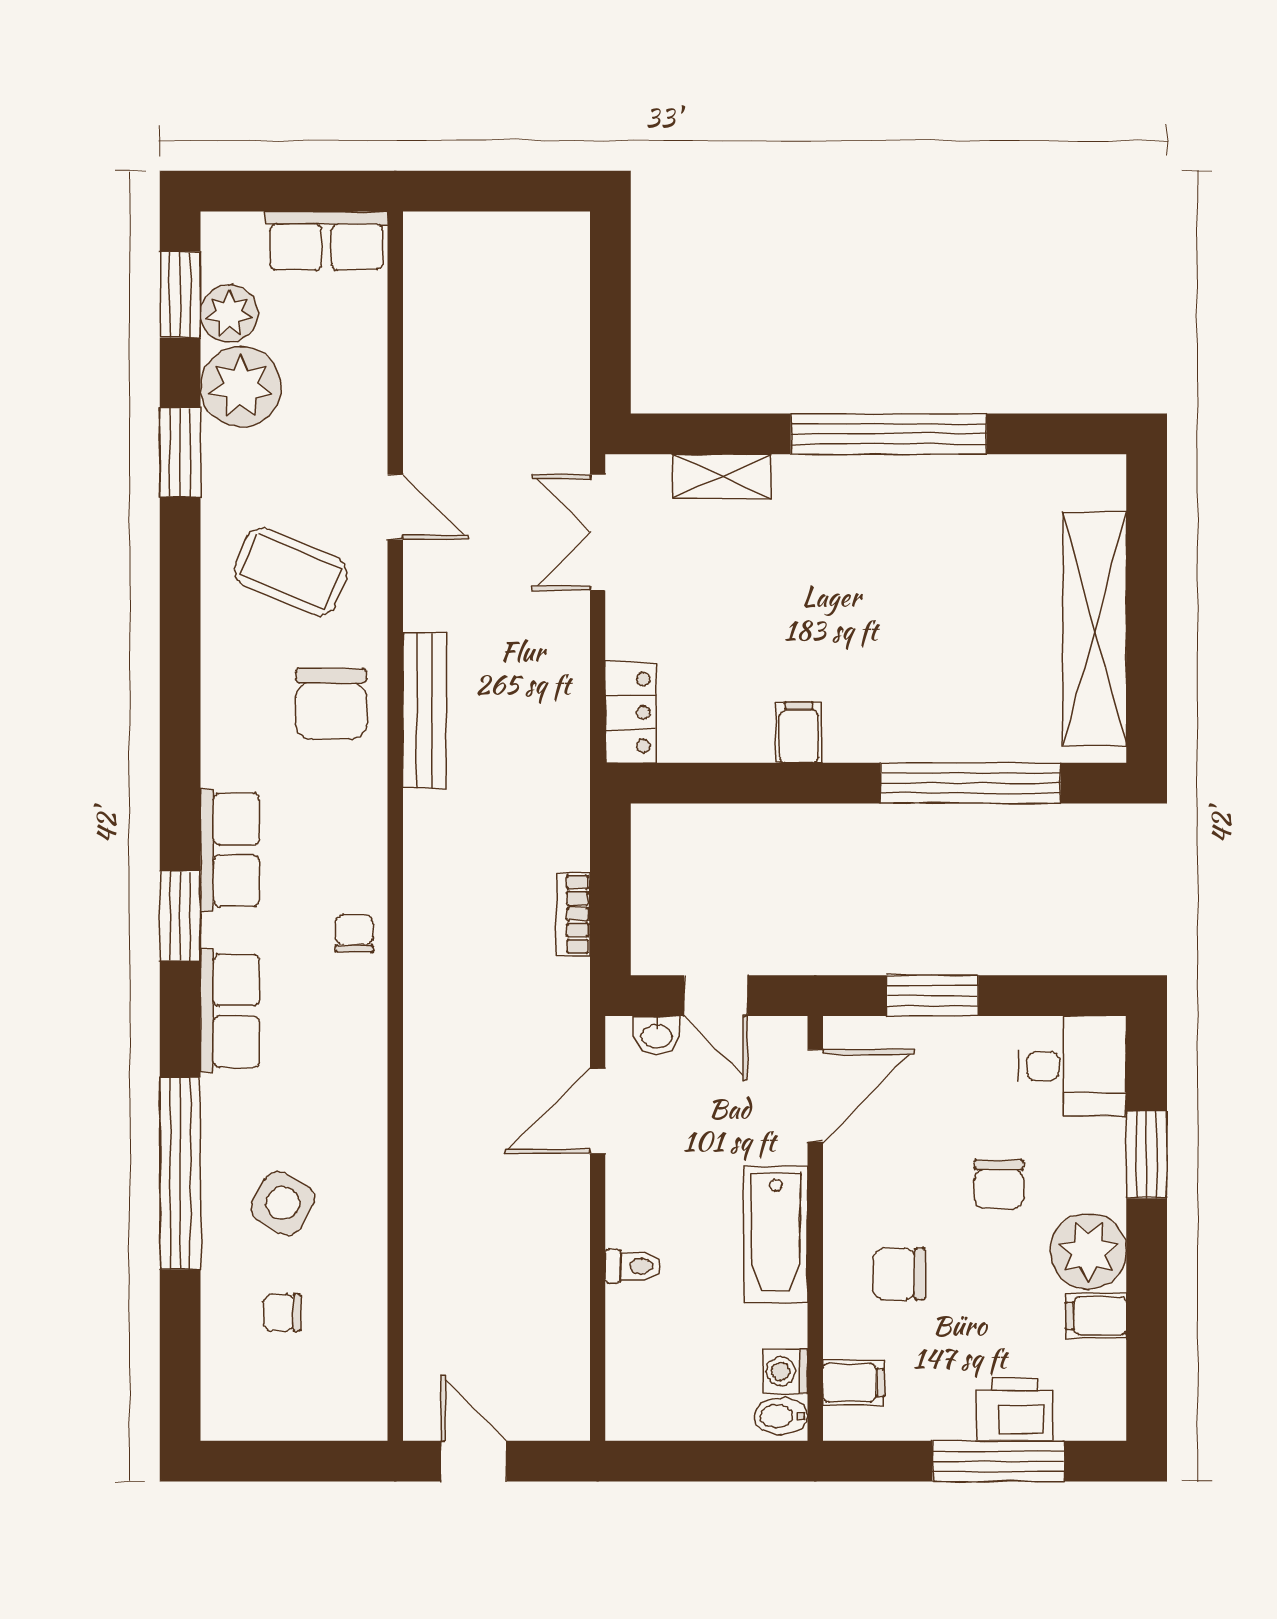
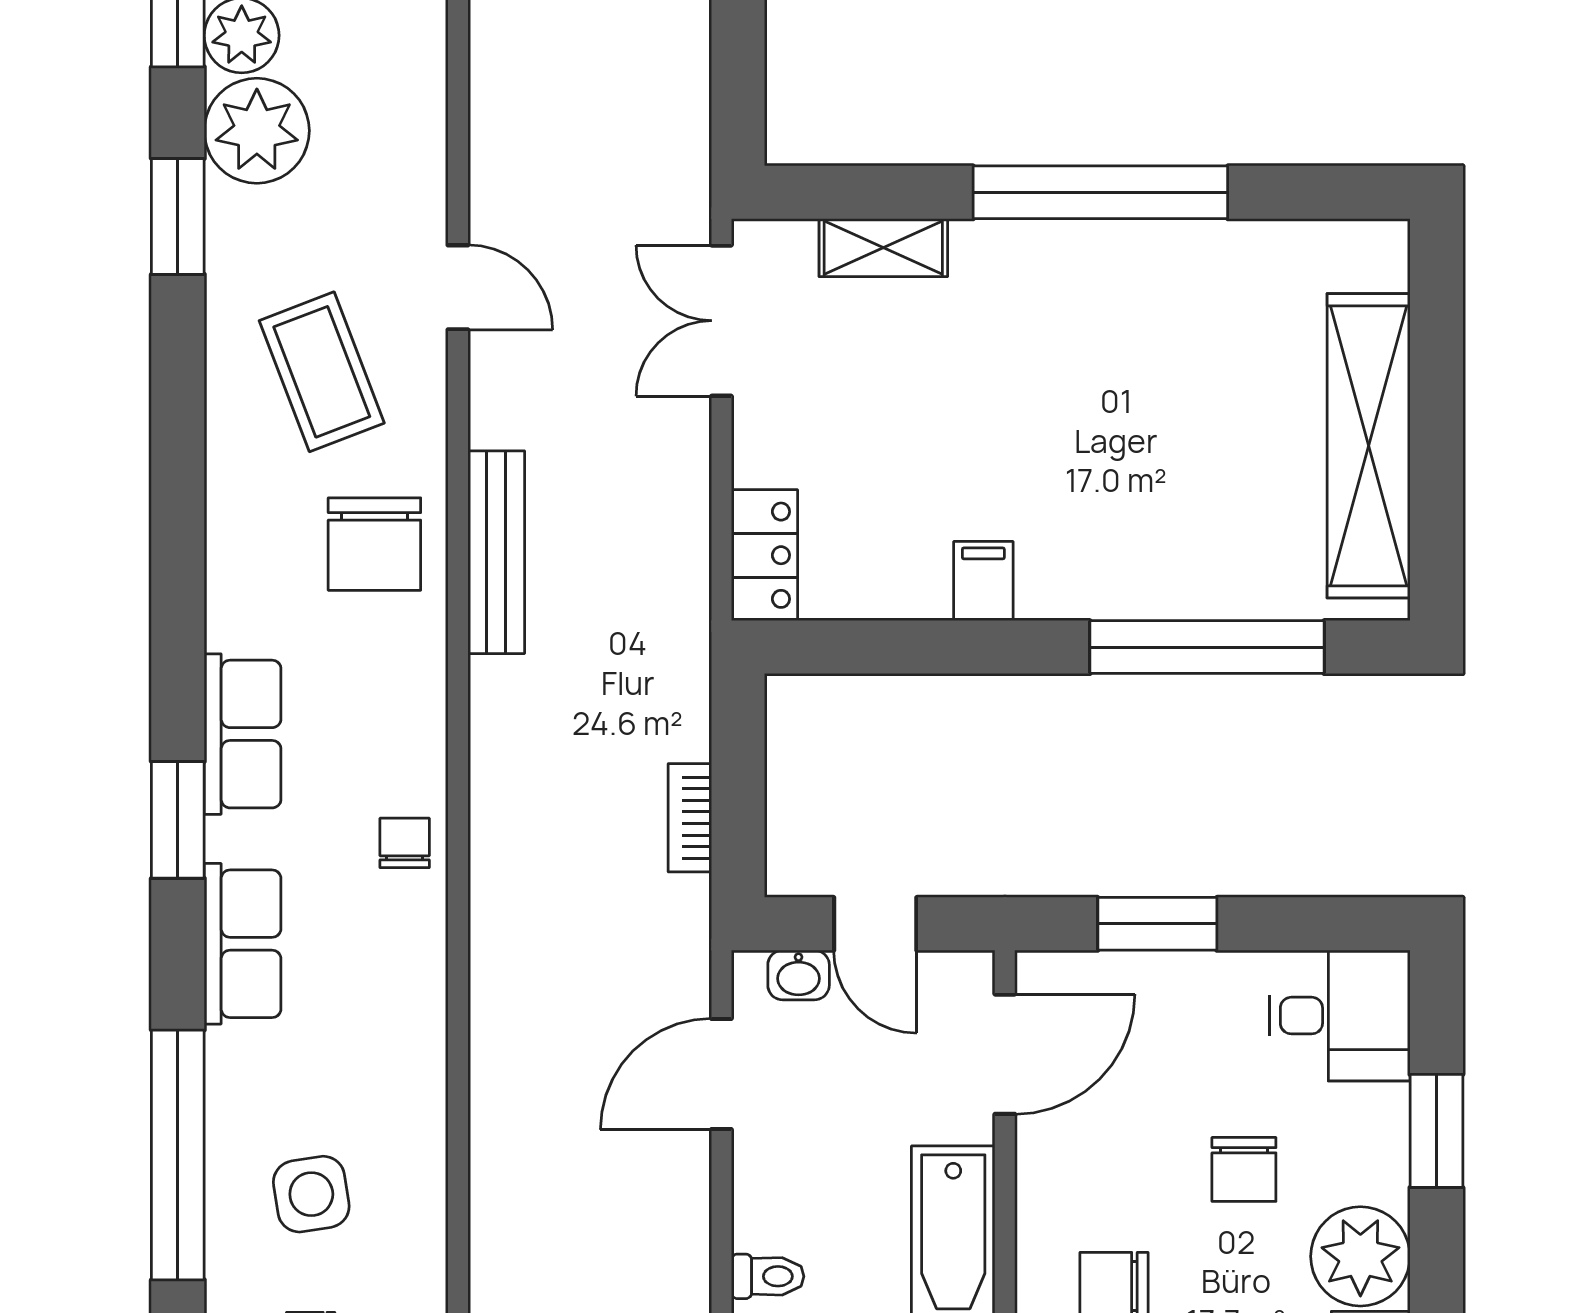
coffee table: (291, 572) -> (322, 372), turned 46
side table: (283, 1203) -> (311, 1194), turned -38

